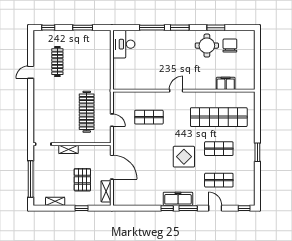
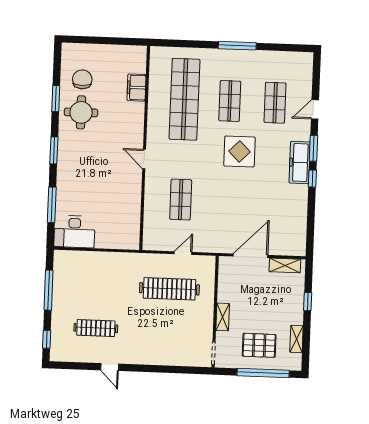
window: (83, 28) -> (49, 290), width x1.44
window: (152, 28) -> (52, 205), moved
chair: (230, 45) -> (82, 79), turned 90
window: (257, 152) -> (237, 46), width x1.44
pallet: (82, 180) -> (259, 345), moved
window: (244, 208) -> (317, 68), removed

